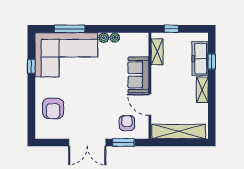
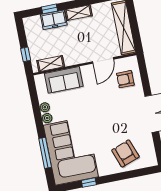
freezer: (200, 59) -> (54, 20), width x0.71
sofa: (138, 75) -> (64, 80), moved
armchair: (53, 109) -> (125, 153), turned -110
window: (123, 142) -> (145, 79), removed

